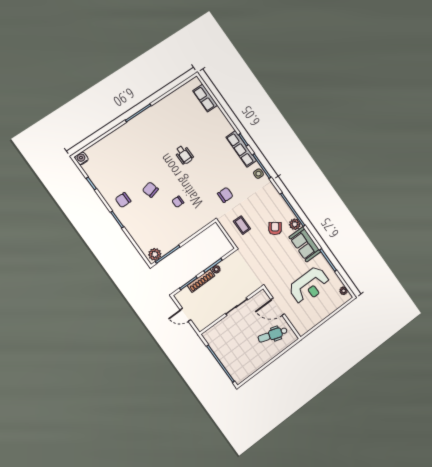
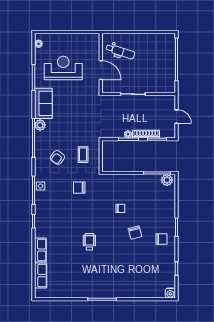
row of seats: (241, 149) -> (40, 250), moved, width x0.68
armchair: (275, 228) -> (57, 157), moved

